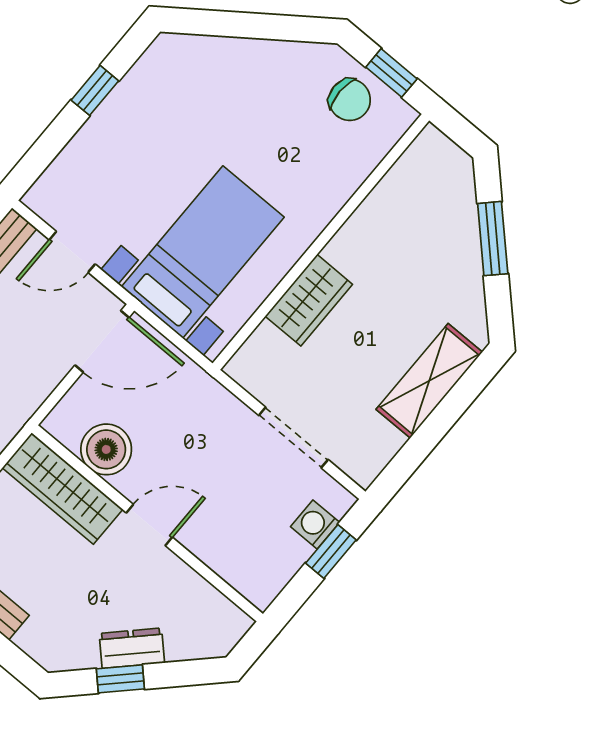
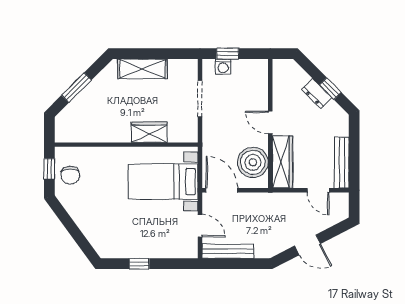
chair: (350, 100) -> (70, 175), turned 180
boiler: (106, 449) -> (253, 162), width x1.37, depth x1.37

